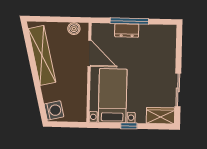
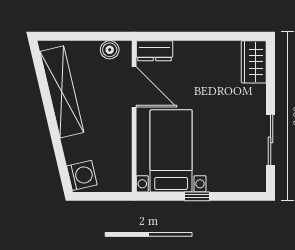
window: (129, 21) -> (194, 36), removed
dresser: (127, 30) -> (154, 51), moved
wardrobe: (160, 116) -> (254, 62), moved, turned -90

